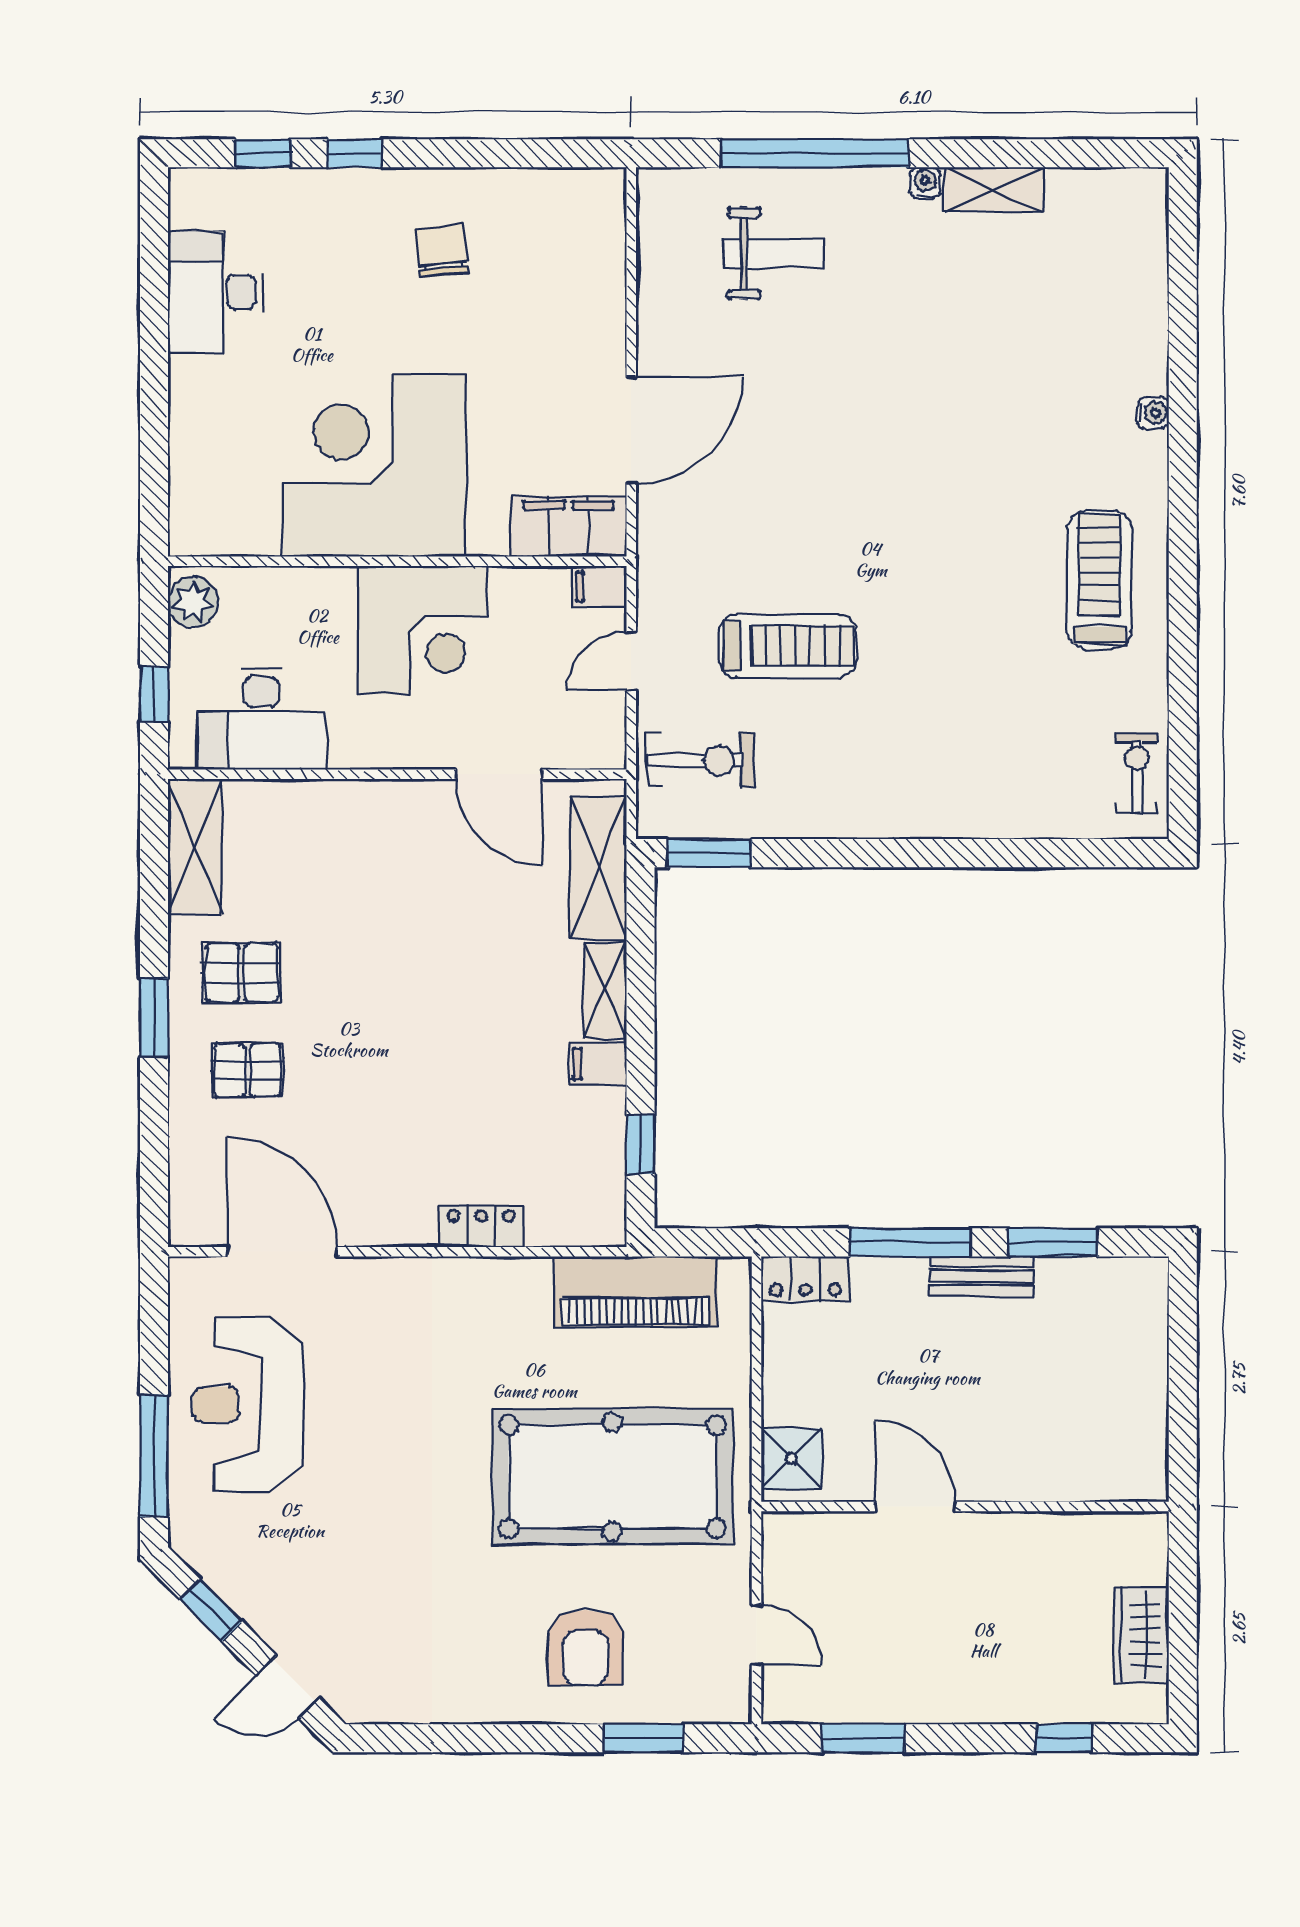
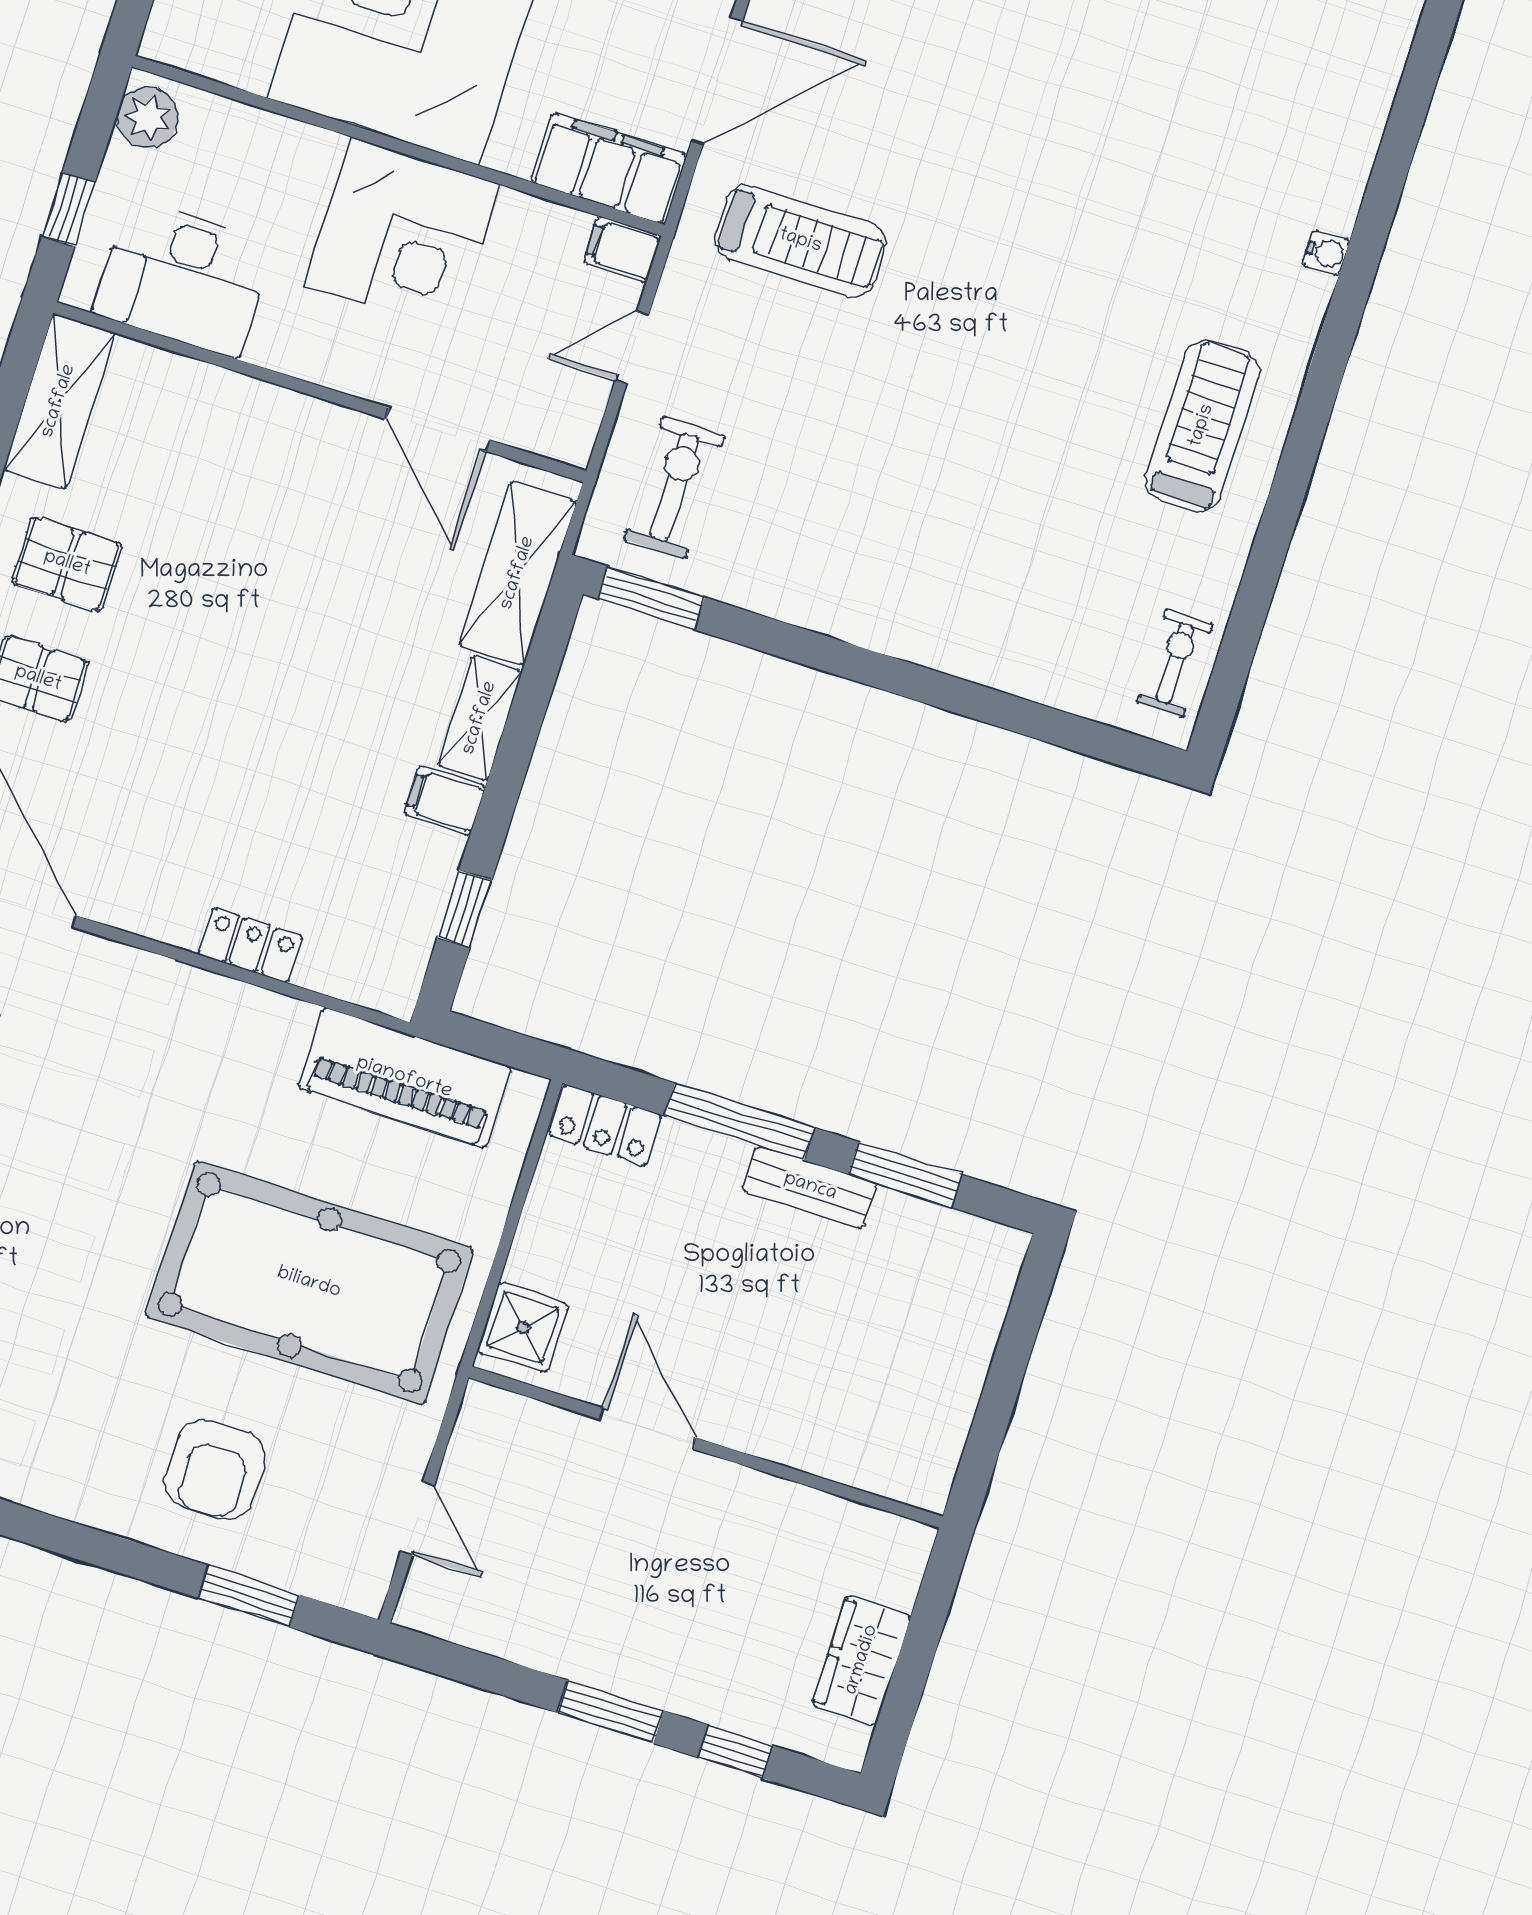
treadmill: (787, 646) -> (800, 241), moved
exercise bike: (700, 760) -> (674, 487), turned -90
window: (863, 1738) -> (611, 1712), moved

